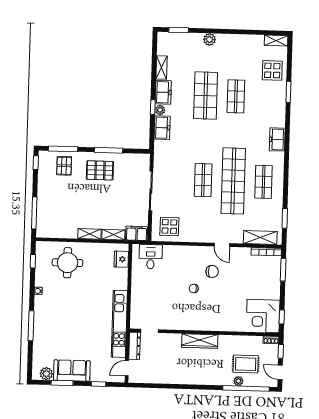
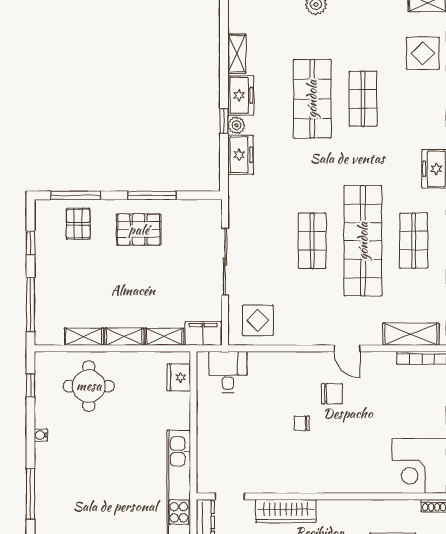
window: (36, 163) -> (31, 243), moved
shelving: (65, 233) -> (84, 337), added
wardrobe: (200, 341) -> (286, 511), moved

